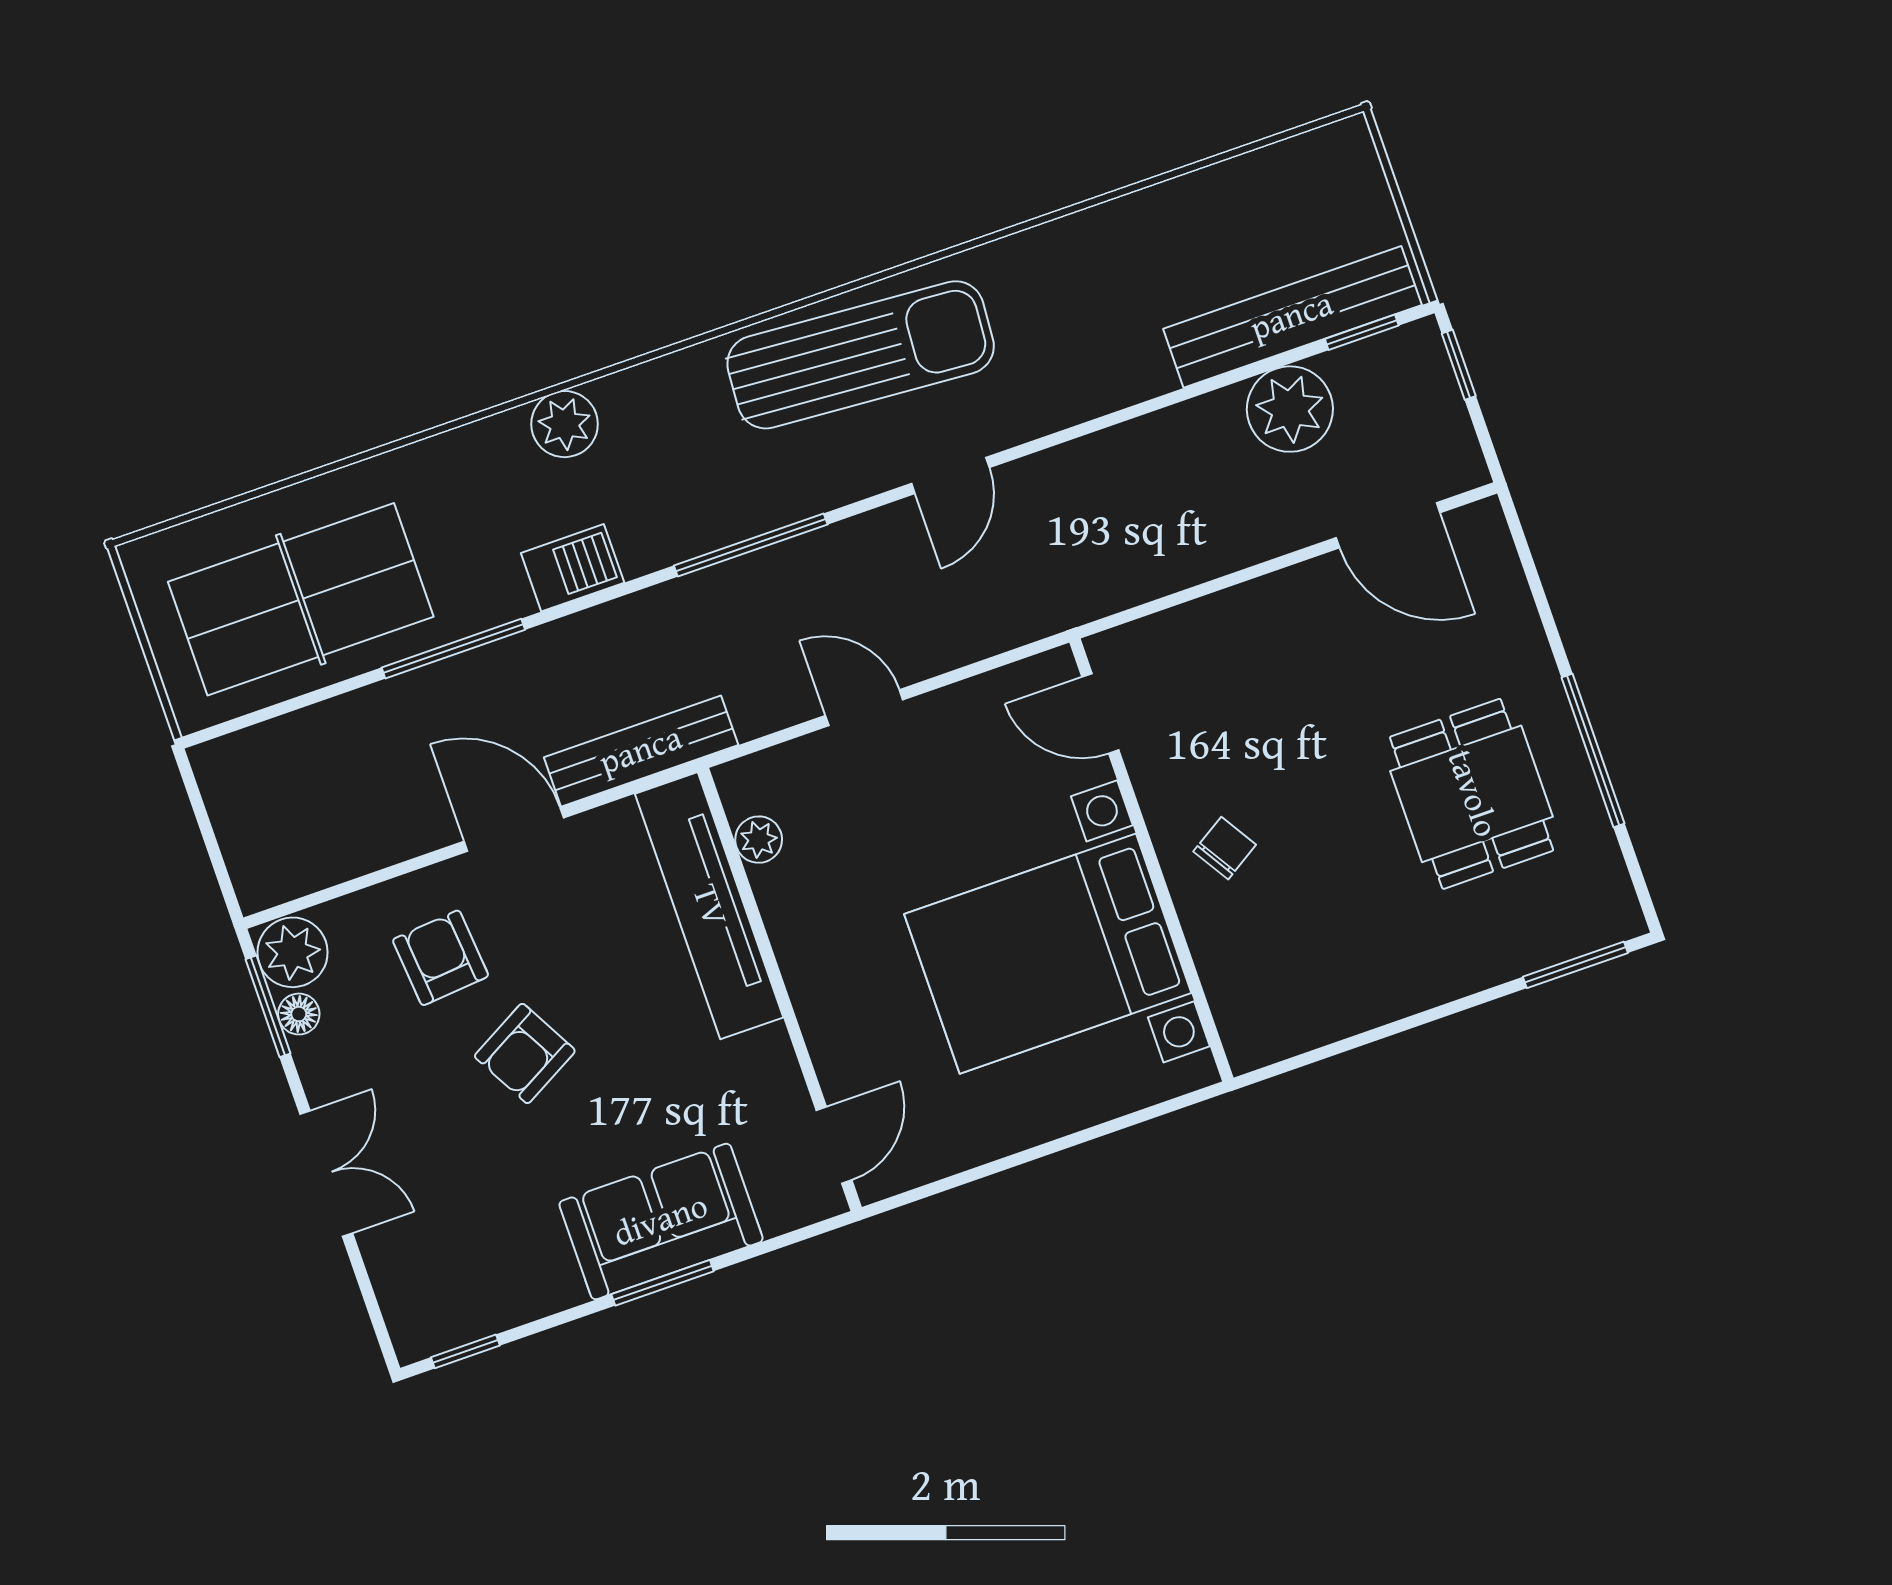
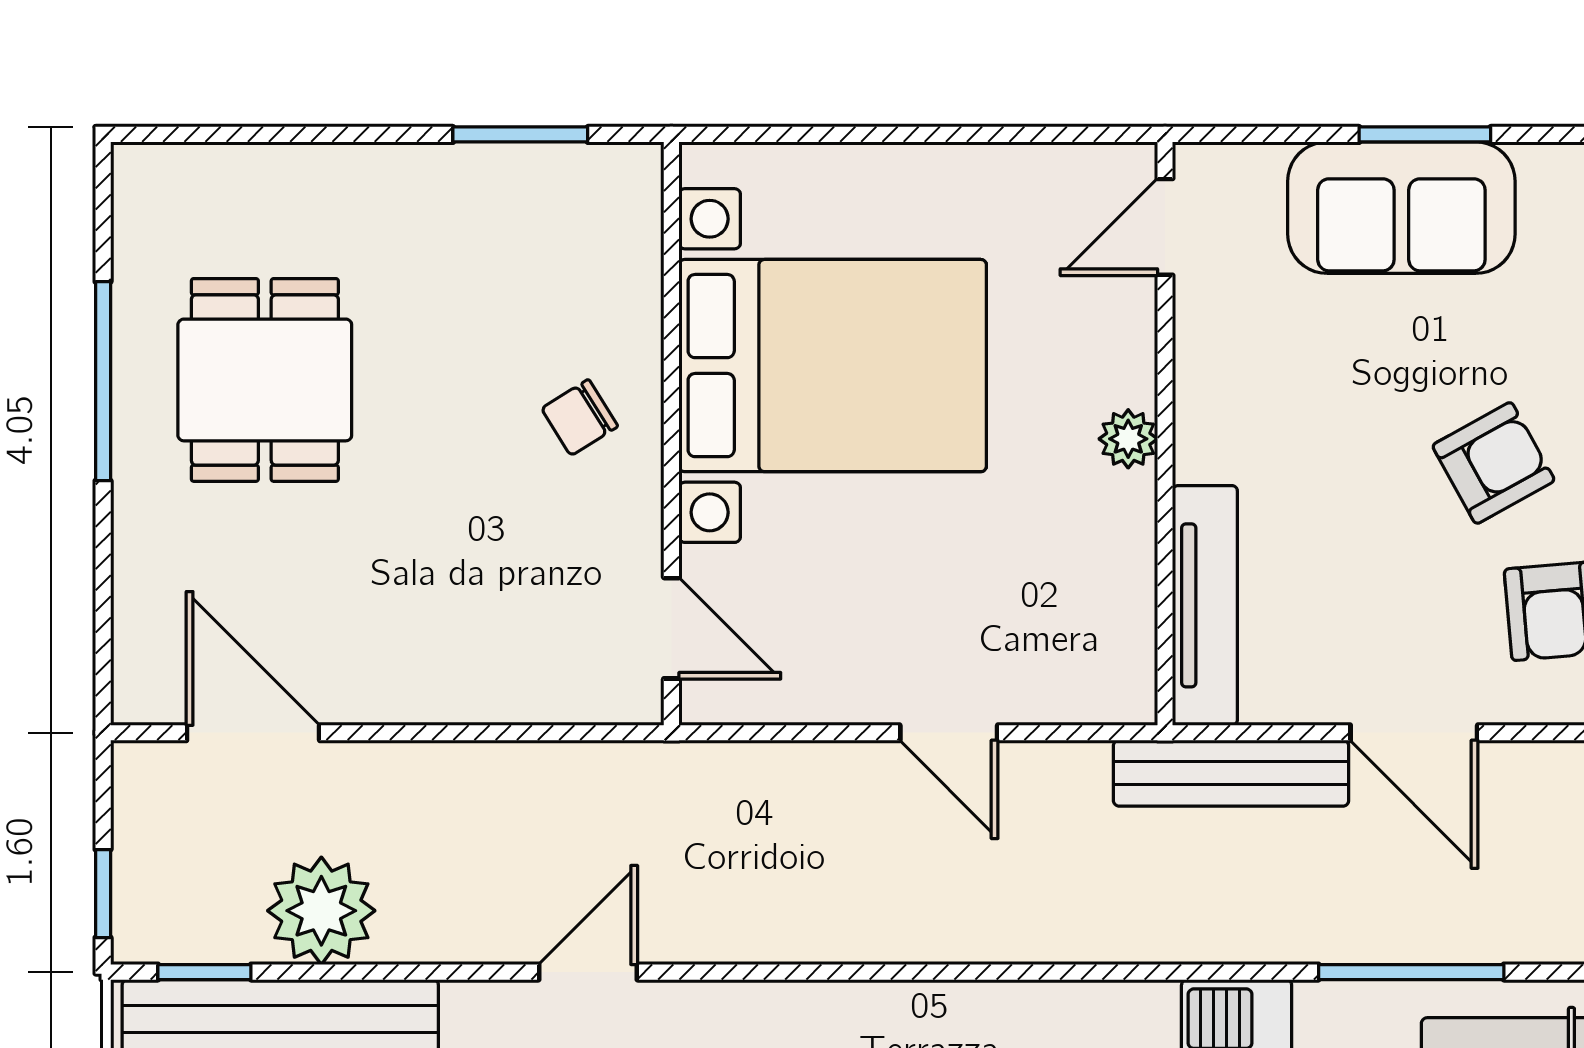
door: (950, 476) -> (588, 972), moved
window: (751, 545) -> (1016, 972), removed
plant: (759, 840) -> (1128, 439), moved
tv unit: (709, 906) -> (1205, 605), width x0.73, depth x0.78
window: (1575, 965) -> (520, 134), moved

